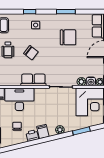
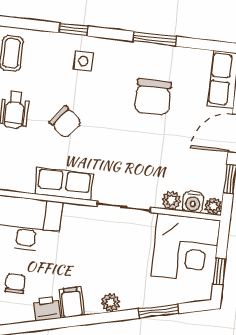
chair: (68, 37) -> (153, 97), turned 90

